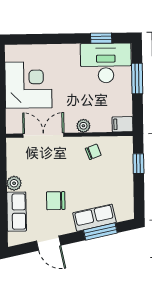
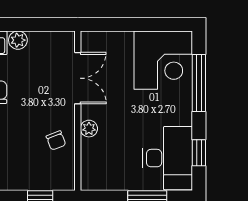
window: (46, 39) -> (199, 83), added
corner desk: (28, 85) -> (163, 60), moved
filing cabinet: (122, 124) -> (90, 178), removed

